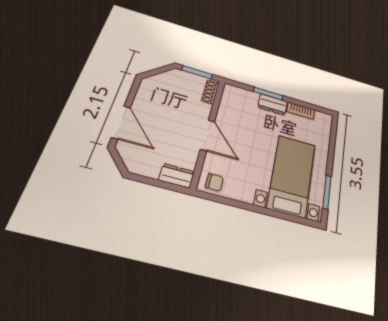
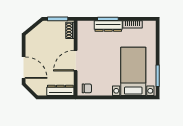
dresser: (273, 104) -> (108, 26), width x1.44
door: (208, 135) -> (76, 61), swing flipped
dresser: (177, 176) -> (60, 90), width x1.44

